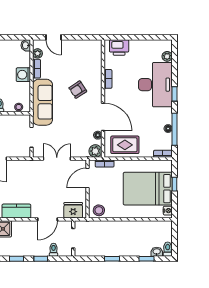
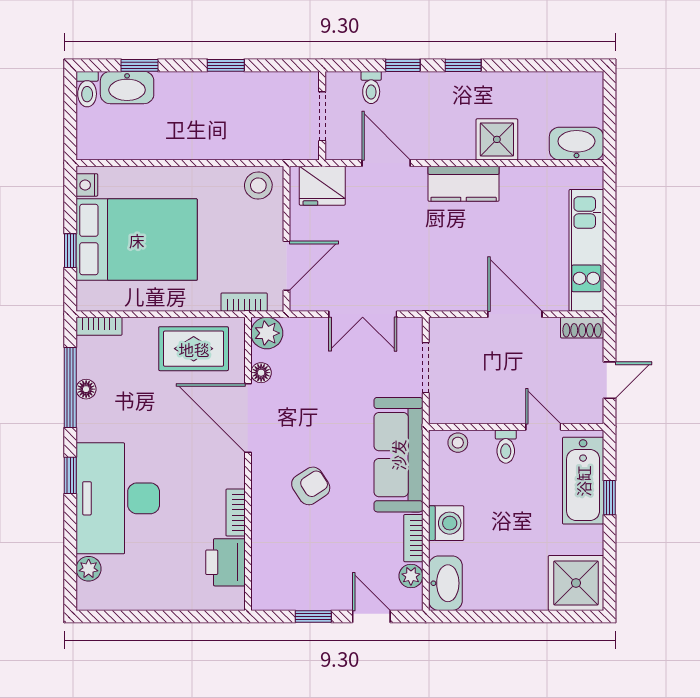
window: (77, 37) -> (313, 616), added
washbasin: (26, 45) -> (445, 583), width x1.91, depth x1.45
printer: (119, 47) -> (225, 562), moved, turned -90
door: (47, 219) -> (386, 163), hinge flipped
washbasin: (157, 252) -> (127, 88), width x1.91, depth x1.45

